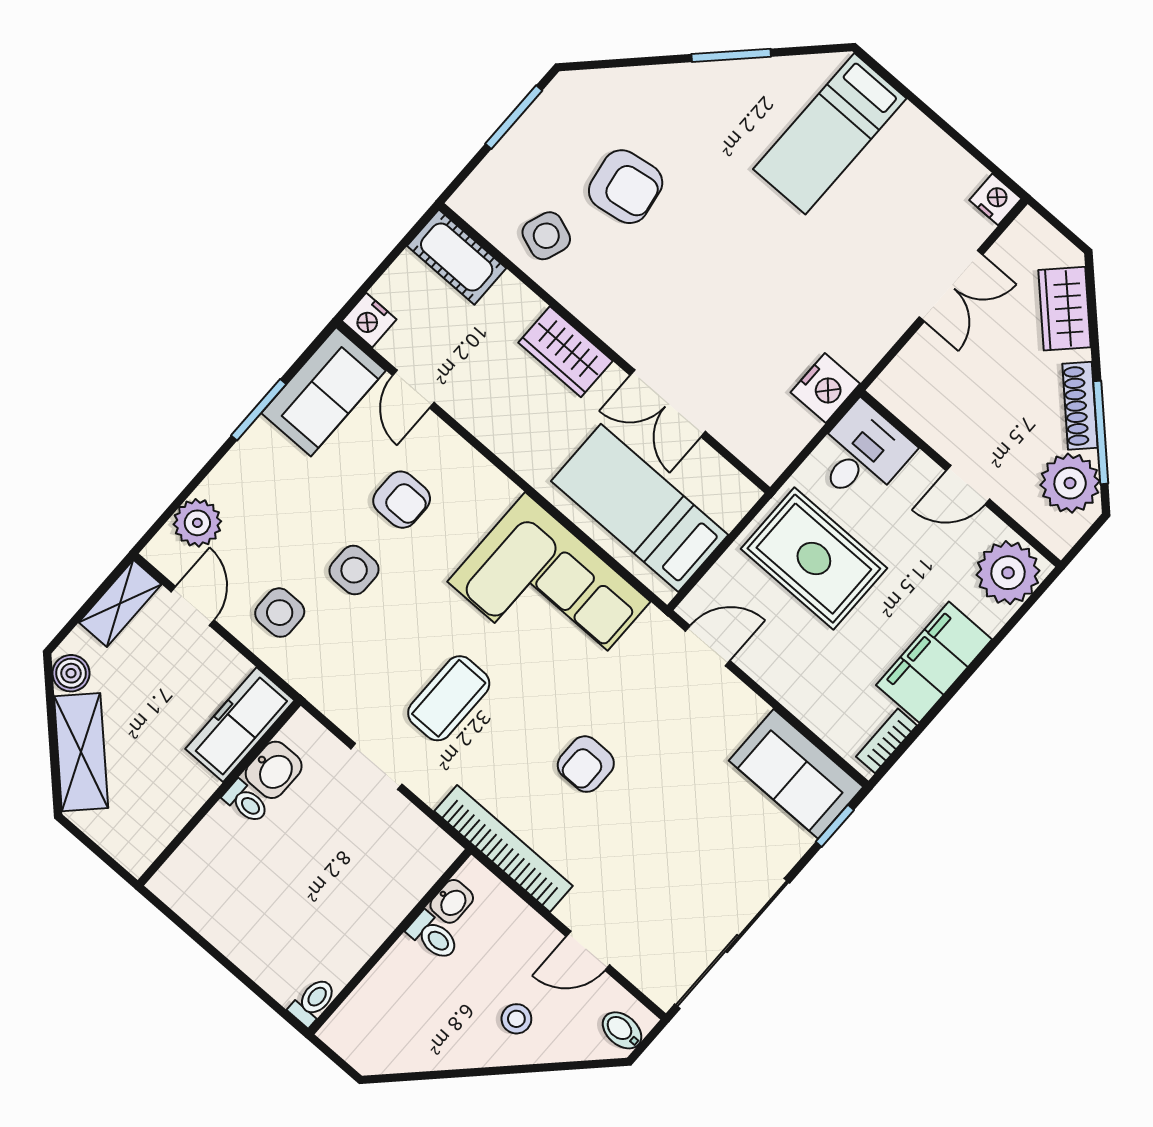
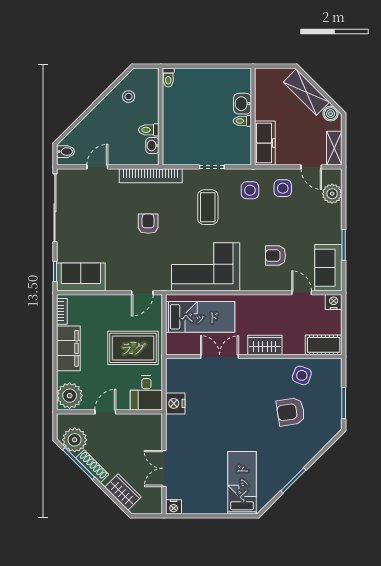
side table: (354, 570) -> (250, 190), moved
washbasin: (274, 770) -> (242, 104), moved
stool: (516, 1019) -> (129, 97), moved

